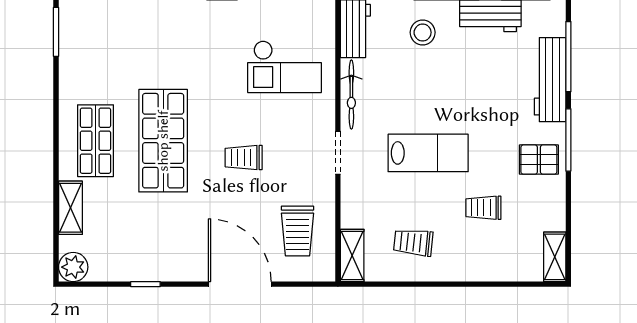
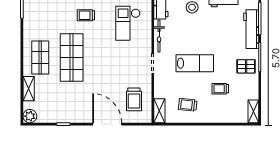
checkout: (284, 67) -> (128, 23), turned 90
trolley: (244, 158) -> (86, 15), moved

